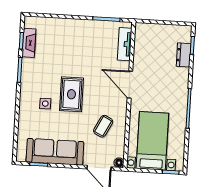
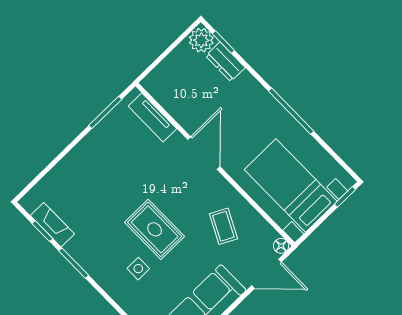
plant: (183, 34) -> (201, 40), added
door: (130, 85) -> (204, 153), swing flipped

